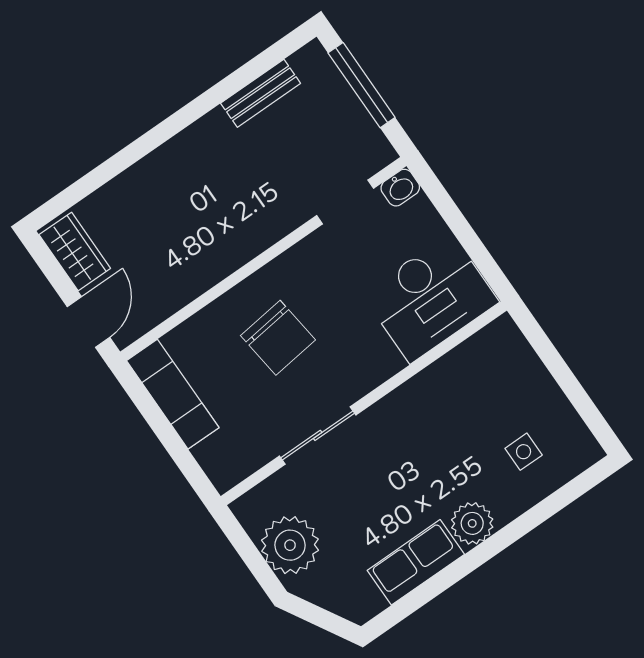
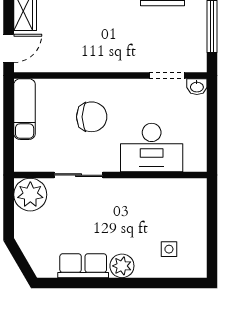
desk: (430, 298) -> (152, 148), moved
chair: (278, 338) -> (92, 117), turned -83
plant: (290, 545) -> (30, 195), moved

